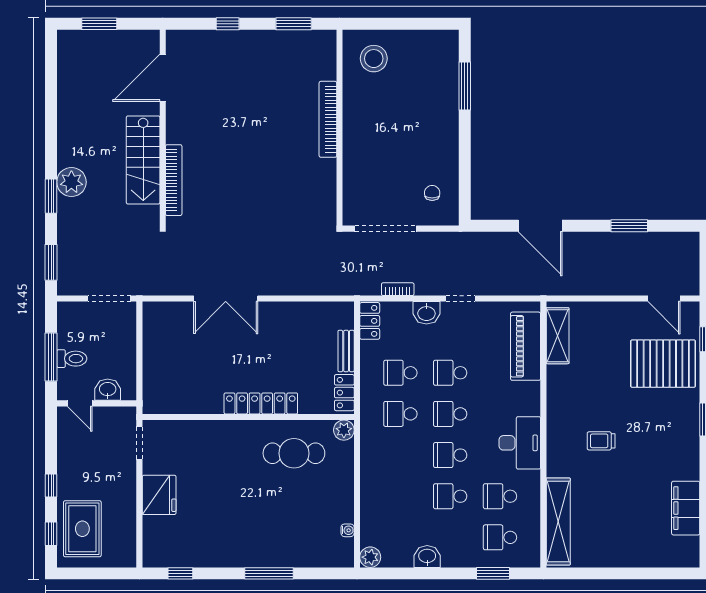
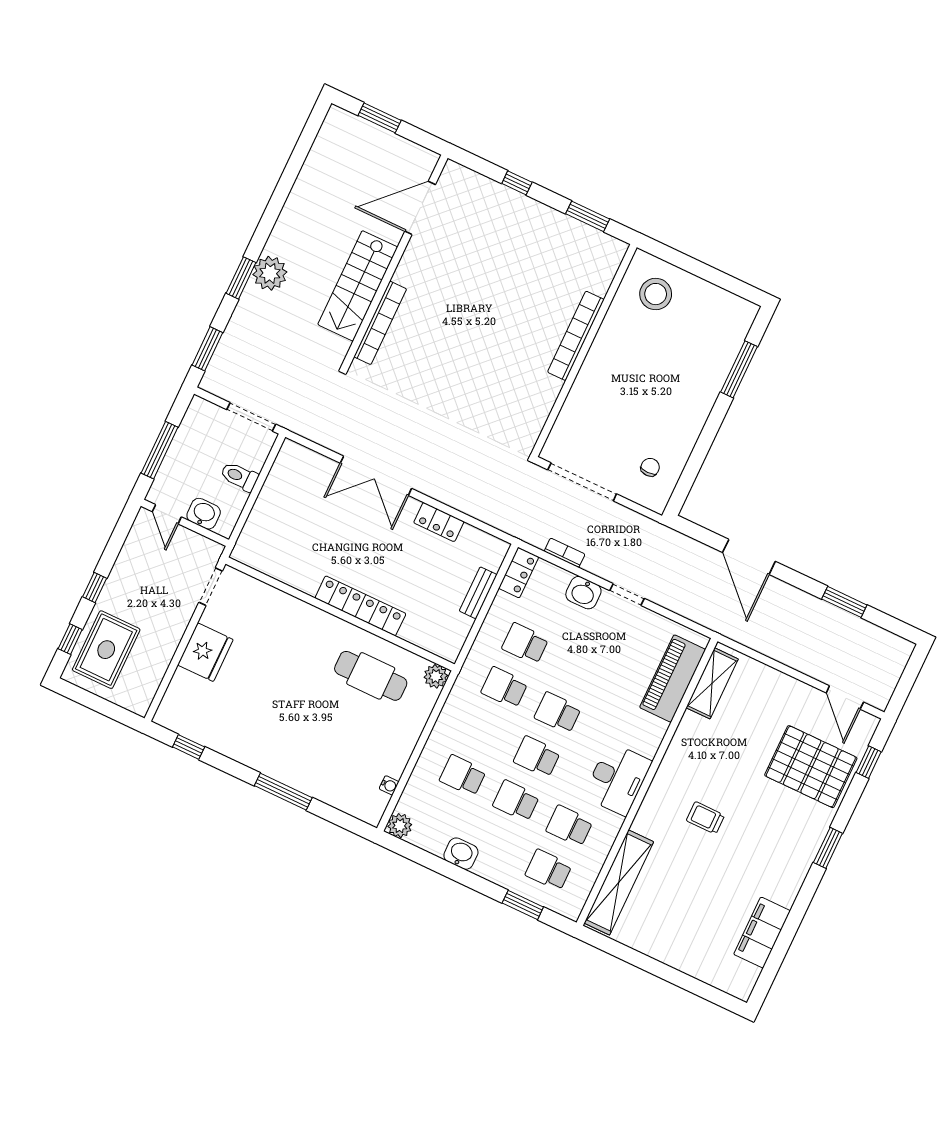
toilet: (72, 359) -> (239, 477), moved, turned 180
school desk: (450, 373) -> (463, 776), moved
locker: (344, 393) -> (439, 522), moved, turned -90

